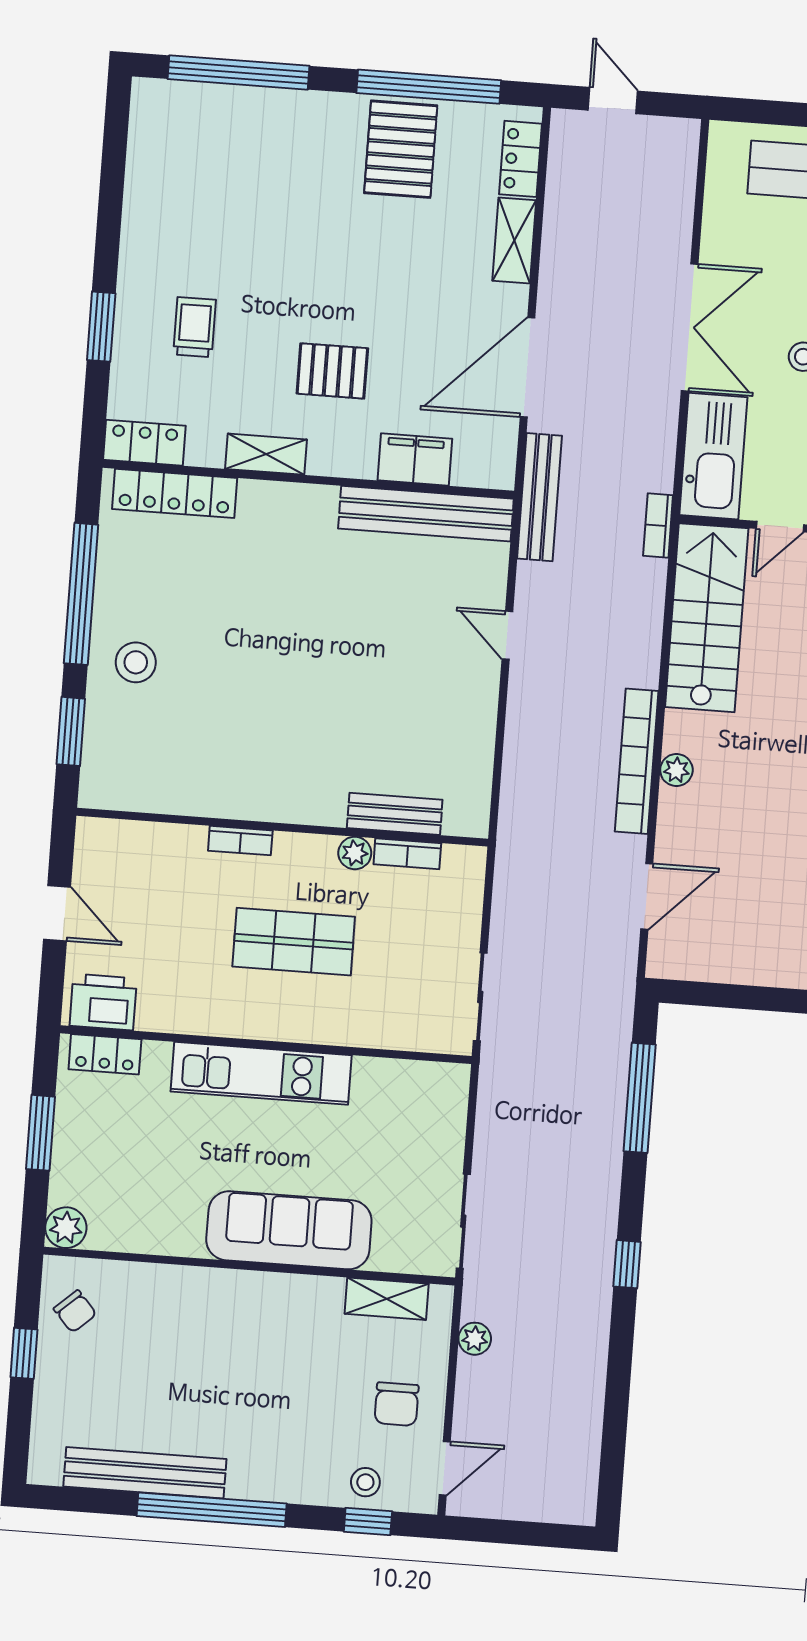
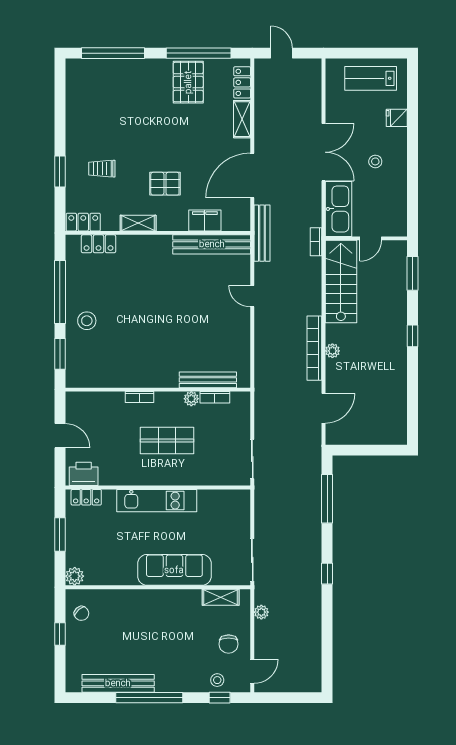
trolley: (195, 327) -> (102, 169), turned -90
locker: (175, 493) -> (98, 244), width x0.66
bench: (395, 814) -> (208, 380), width x1.36

